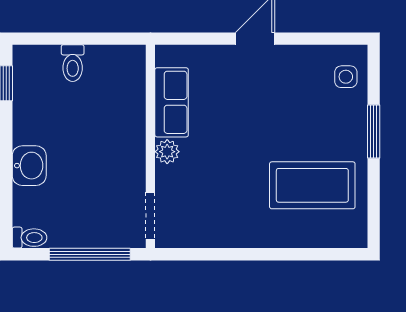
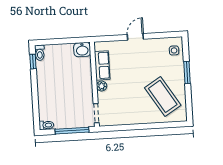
toilet: (73, 63) -> (40, 53), moved
washbasin: (29, 166) -> (82, 50), moved, turned 90
coffee table: (312, 185) -> (163, 96), turned 58

